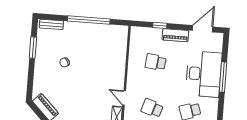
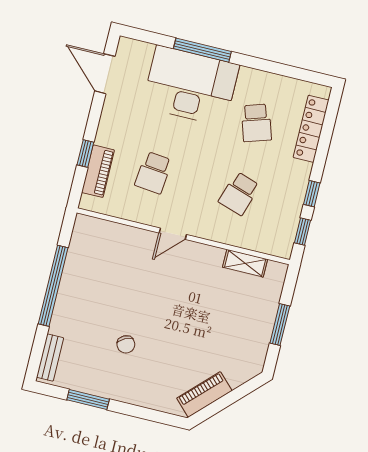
piano: (175, 35) -> (98, 171), moved
door: (124, 98) -> (173, 234), moved

